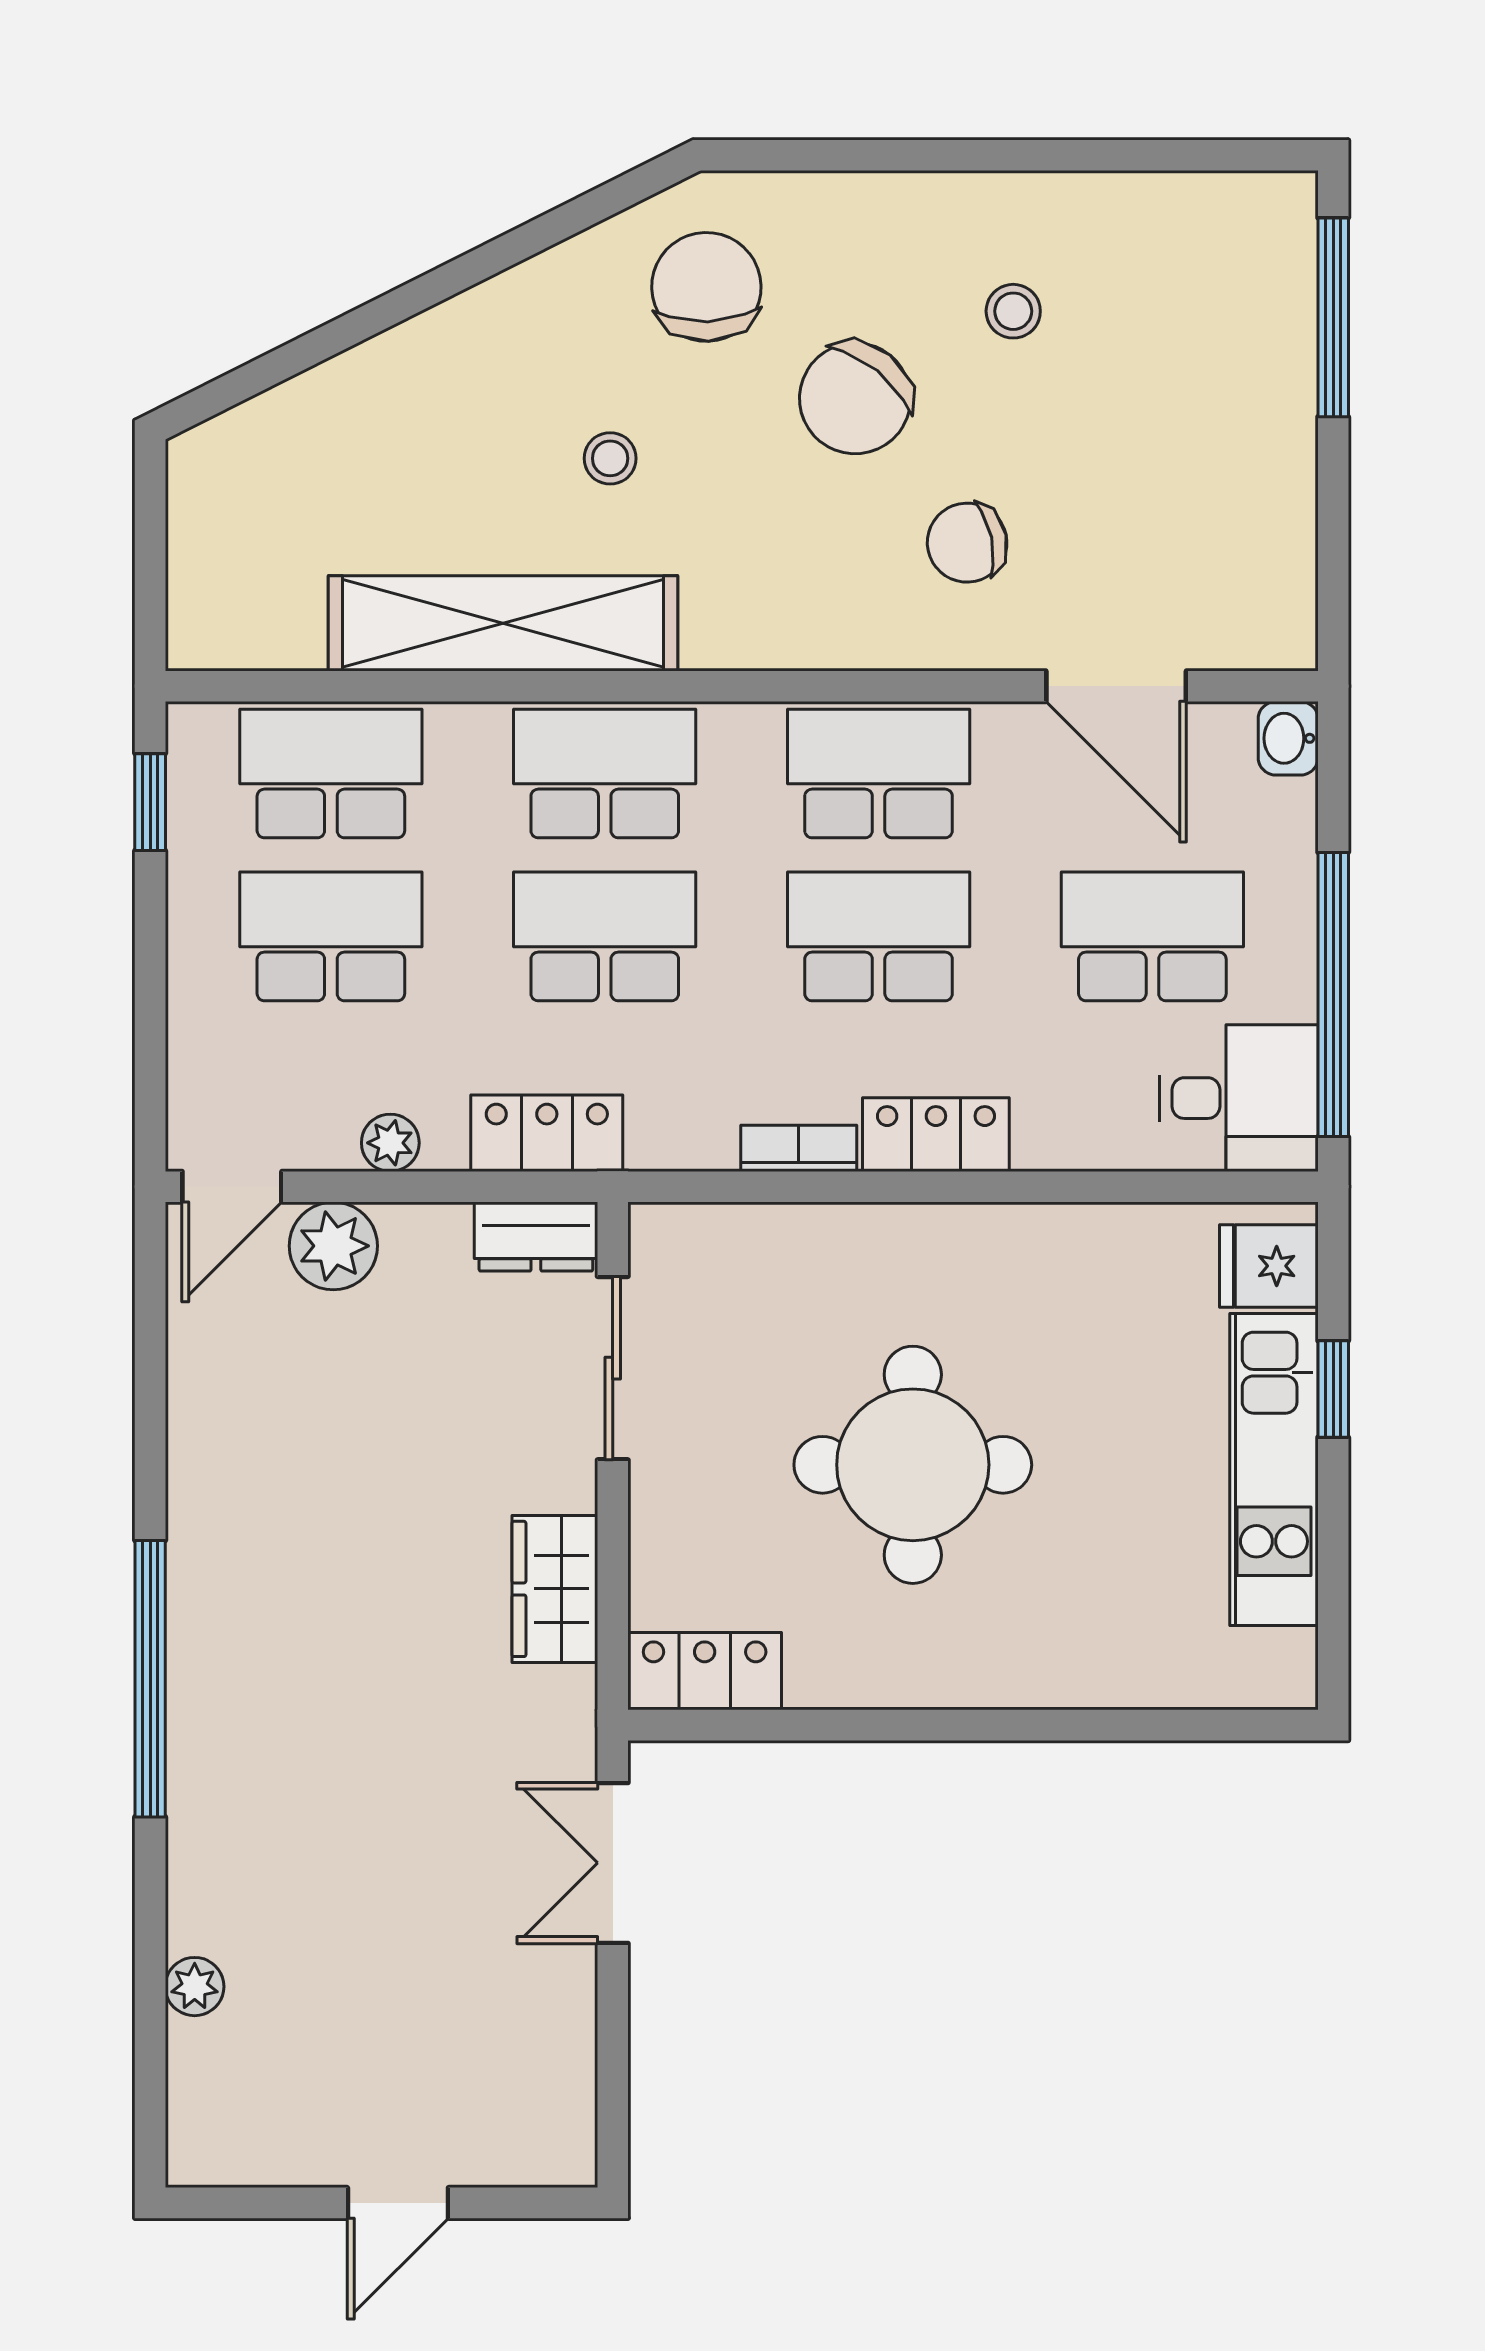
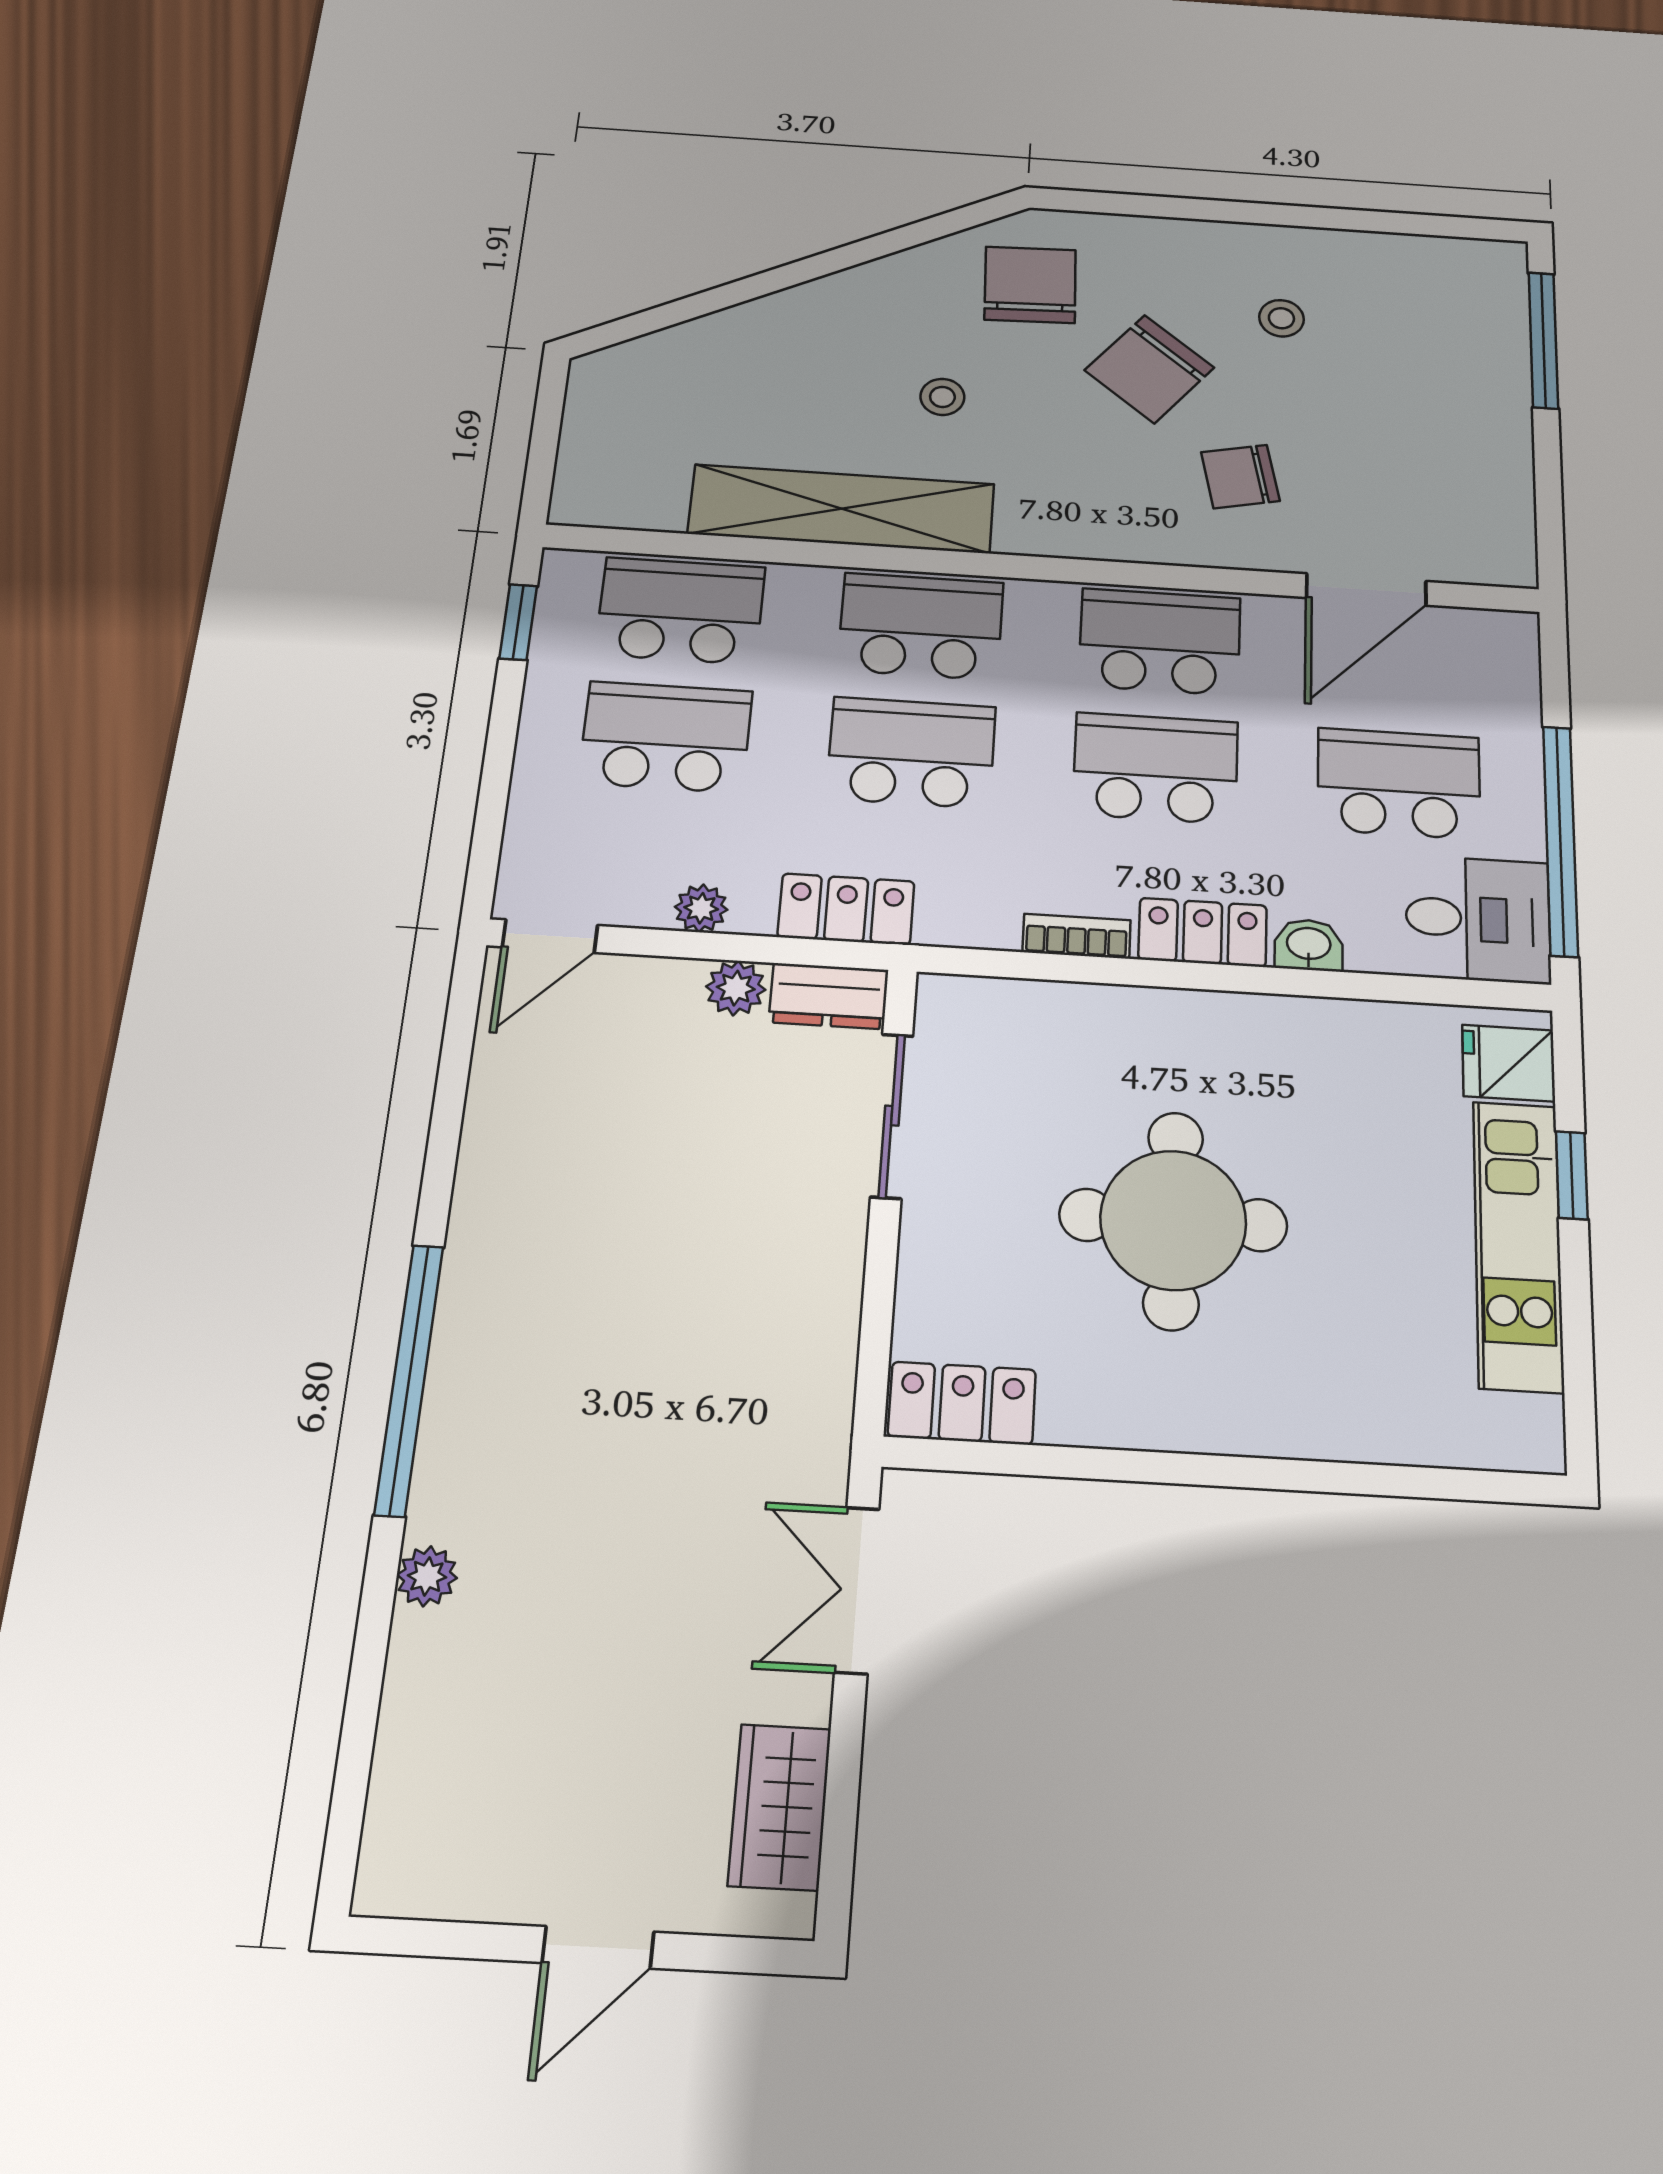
door: (1116, 686) -> (1366, 589), hinge flipped
washbasin: (1288, 738) -> (1309, 945), moved, turned 90
plant: (333, 1246) -> (736, 988), moved, width x0.73, depth x0.73
wardrobe: (555, 1589) -> (780, 1807), moved
plant: (195, 1987) -> (427, 1576), moved

